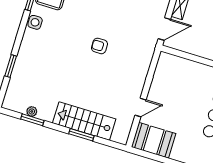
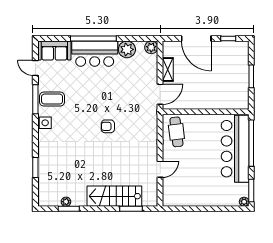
cafe table: (170, 74) -> (176, 132), added
window: (81, 135) -> (131, 209), moved
booth: (154, 140) -> (180, 194), removed

